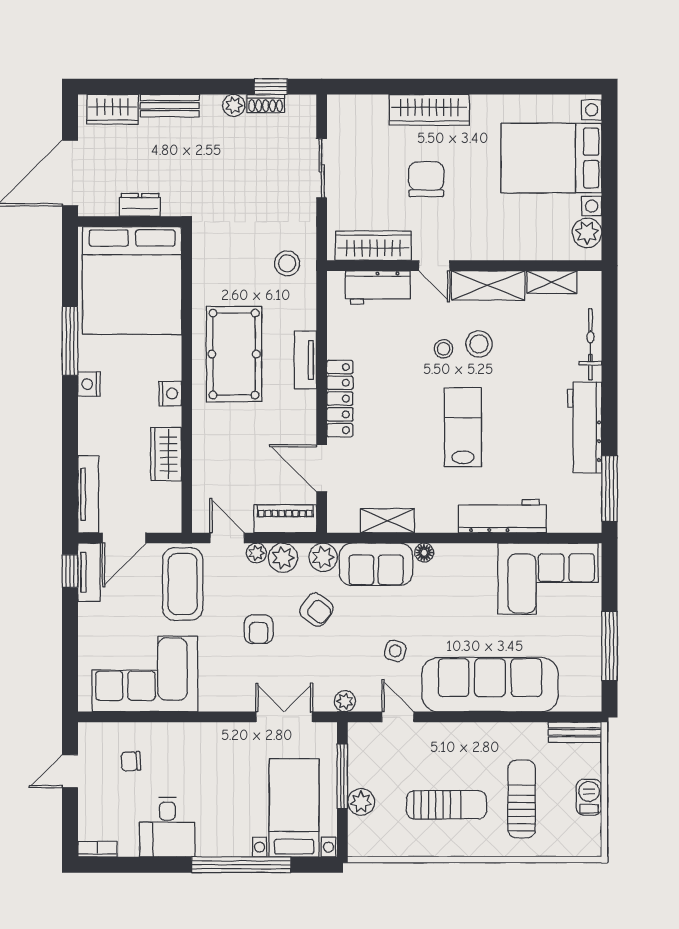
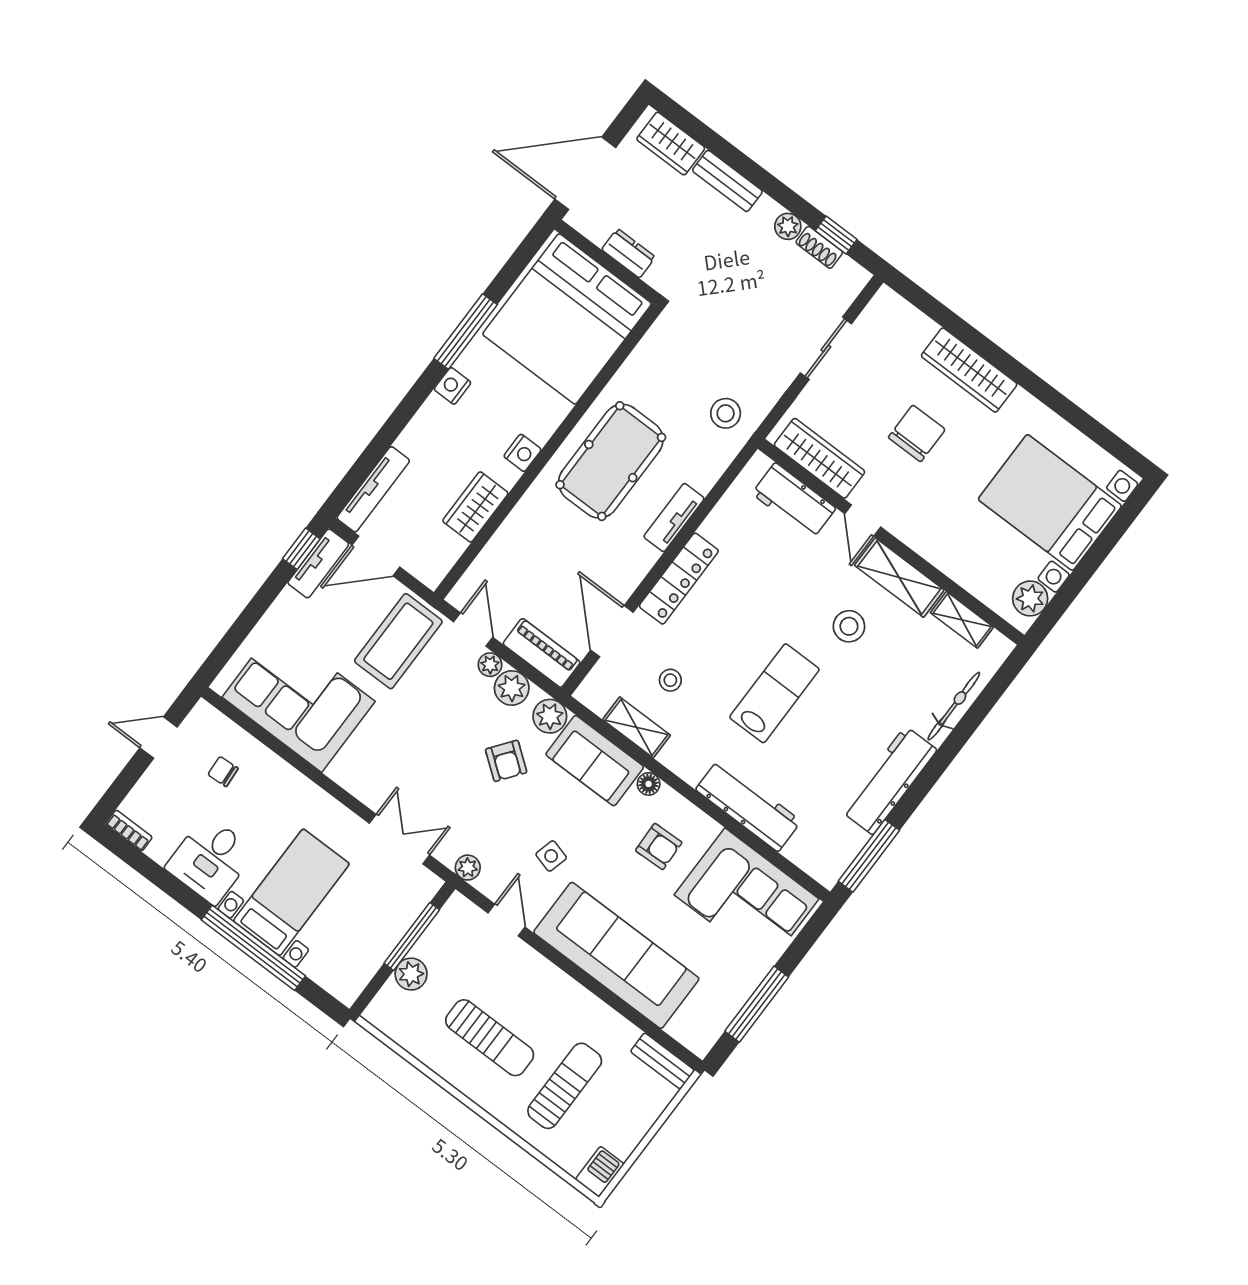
stool: (444, 349) -> (670, 680), moved
armchair: (259, 629) -> (659, 846), moved, turned -92
barbecue: (589, 797) -> (600, 1172), moved
bed with nightstands: (294, 808) -> (291, 892), moved

